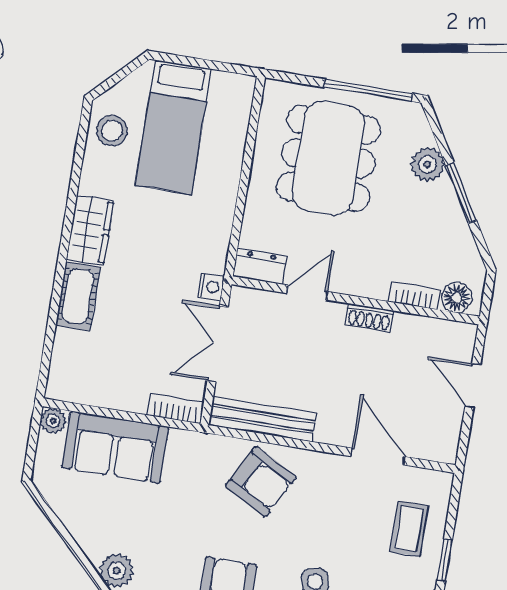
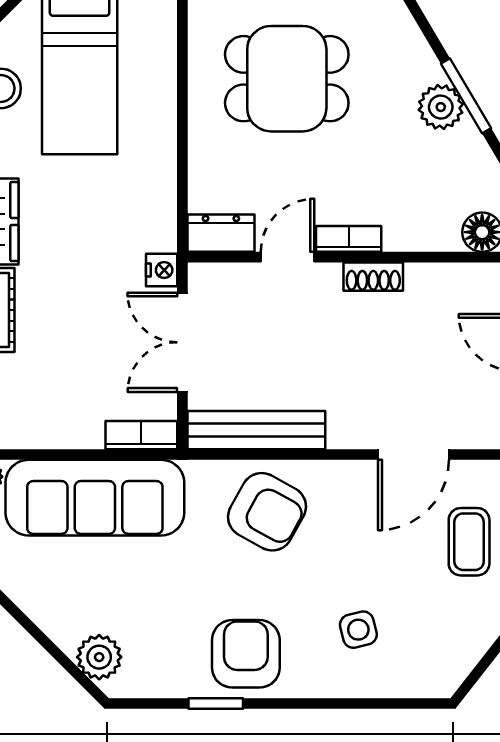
dining table: (328, 158) -> (287, 79), width x0.73
plant: (427, 164) -> (441, 107), moved
bookcase: (414, 296) -> (349, 239), moved
sofa: (115, 447) -> (95, 498), width x1.36
door: (378, 457) -> (413, 455), swing flipped

